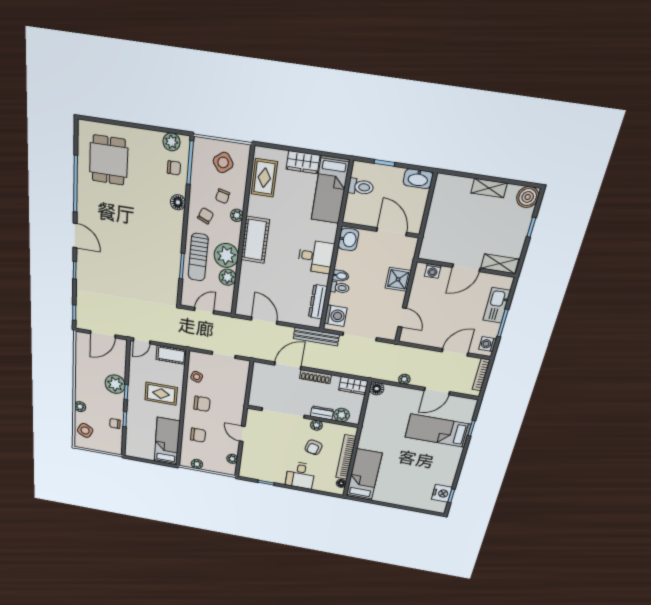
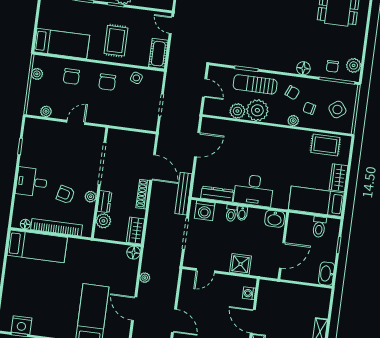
cot: (255, 240) -> (272, 137), removed
desk: (316, 257) -> (254, 190), width x1.37

